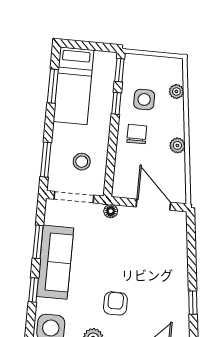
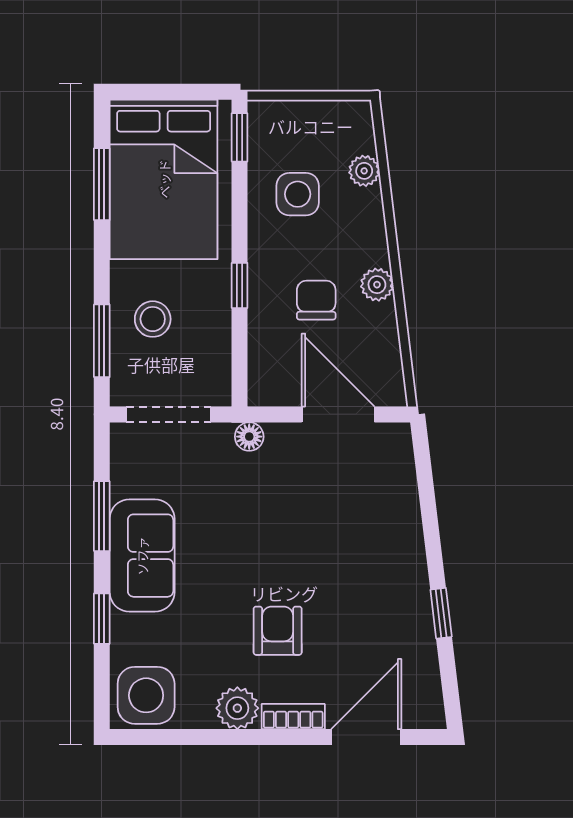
bed: (73, 86) -> (164, 179), width x1.50
window: (116, 103) -> (240, 285), moved
chair: (137, 134) -> (316, 300), moved
stool: (82, 162) -> (153, 319), moved
sofa: (55, 262) -> (142, 556), width x0.73

